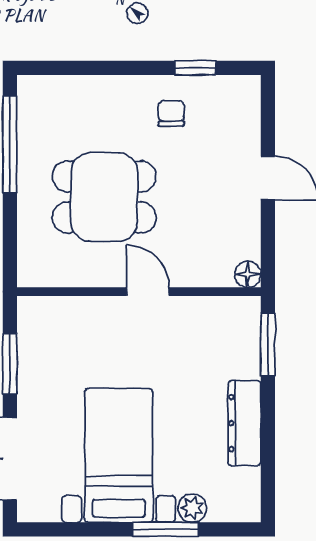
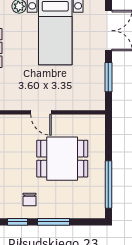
window: (122, 68) -> (53, 222), added

